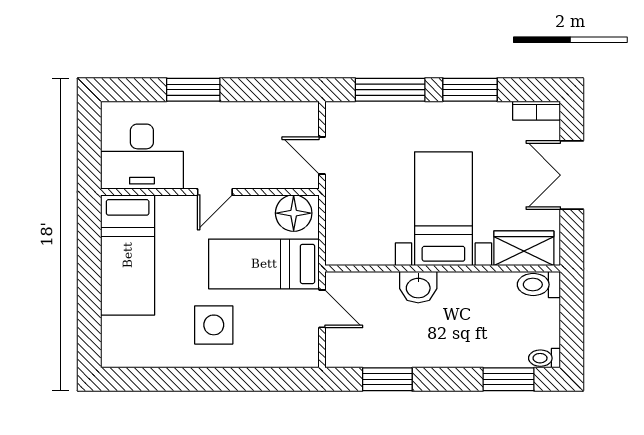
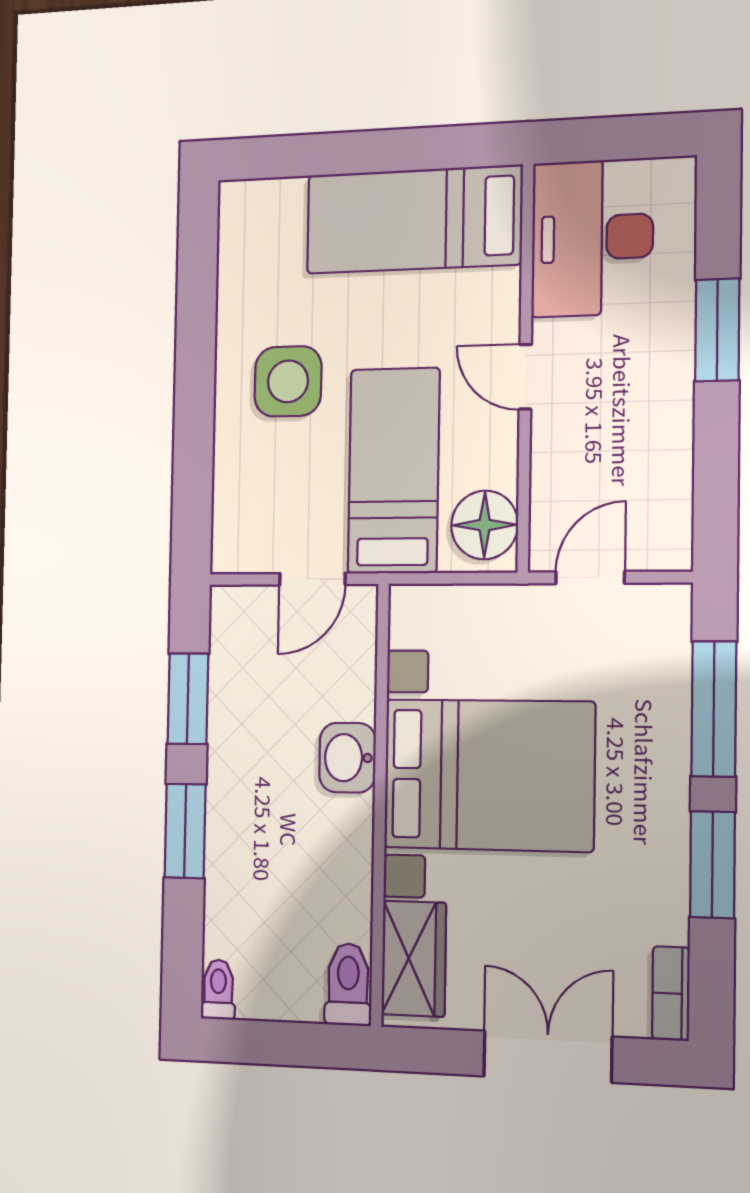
bed with nightstands: (443, 209) -> (489, 775), width x1.36
window: (508, 379) -> (185, 831), moved

